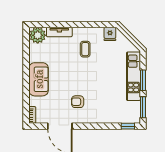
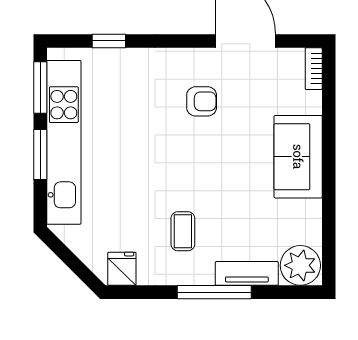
window: (73, 24) -> (214, 292), added
kitchen unit: (133, 76) -> (64, 142), width x1.36
window: (128, 126) -> (109, 41), moved

